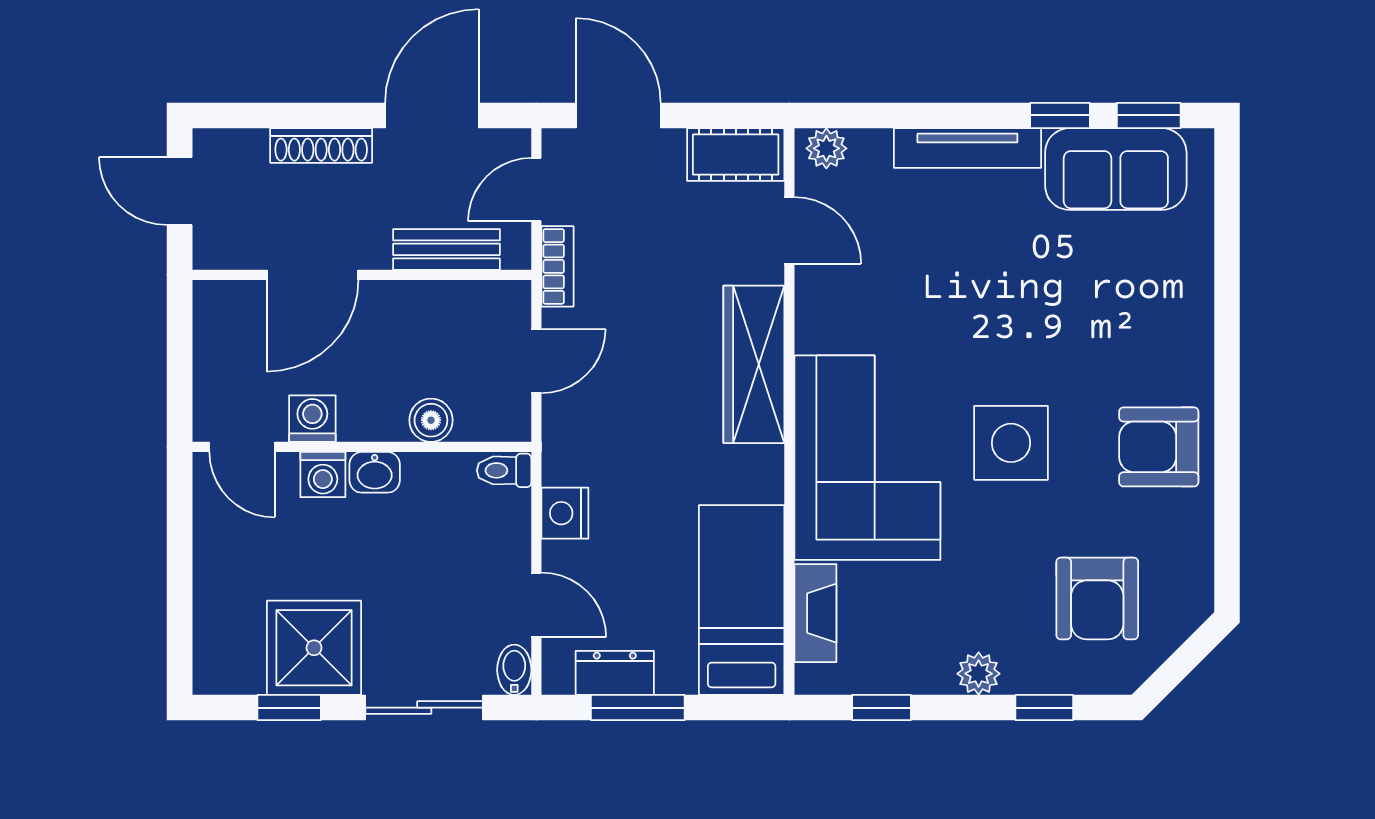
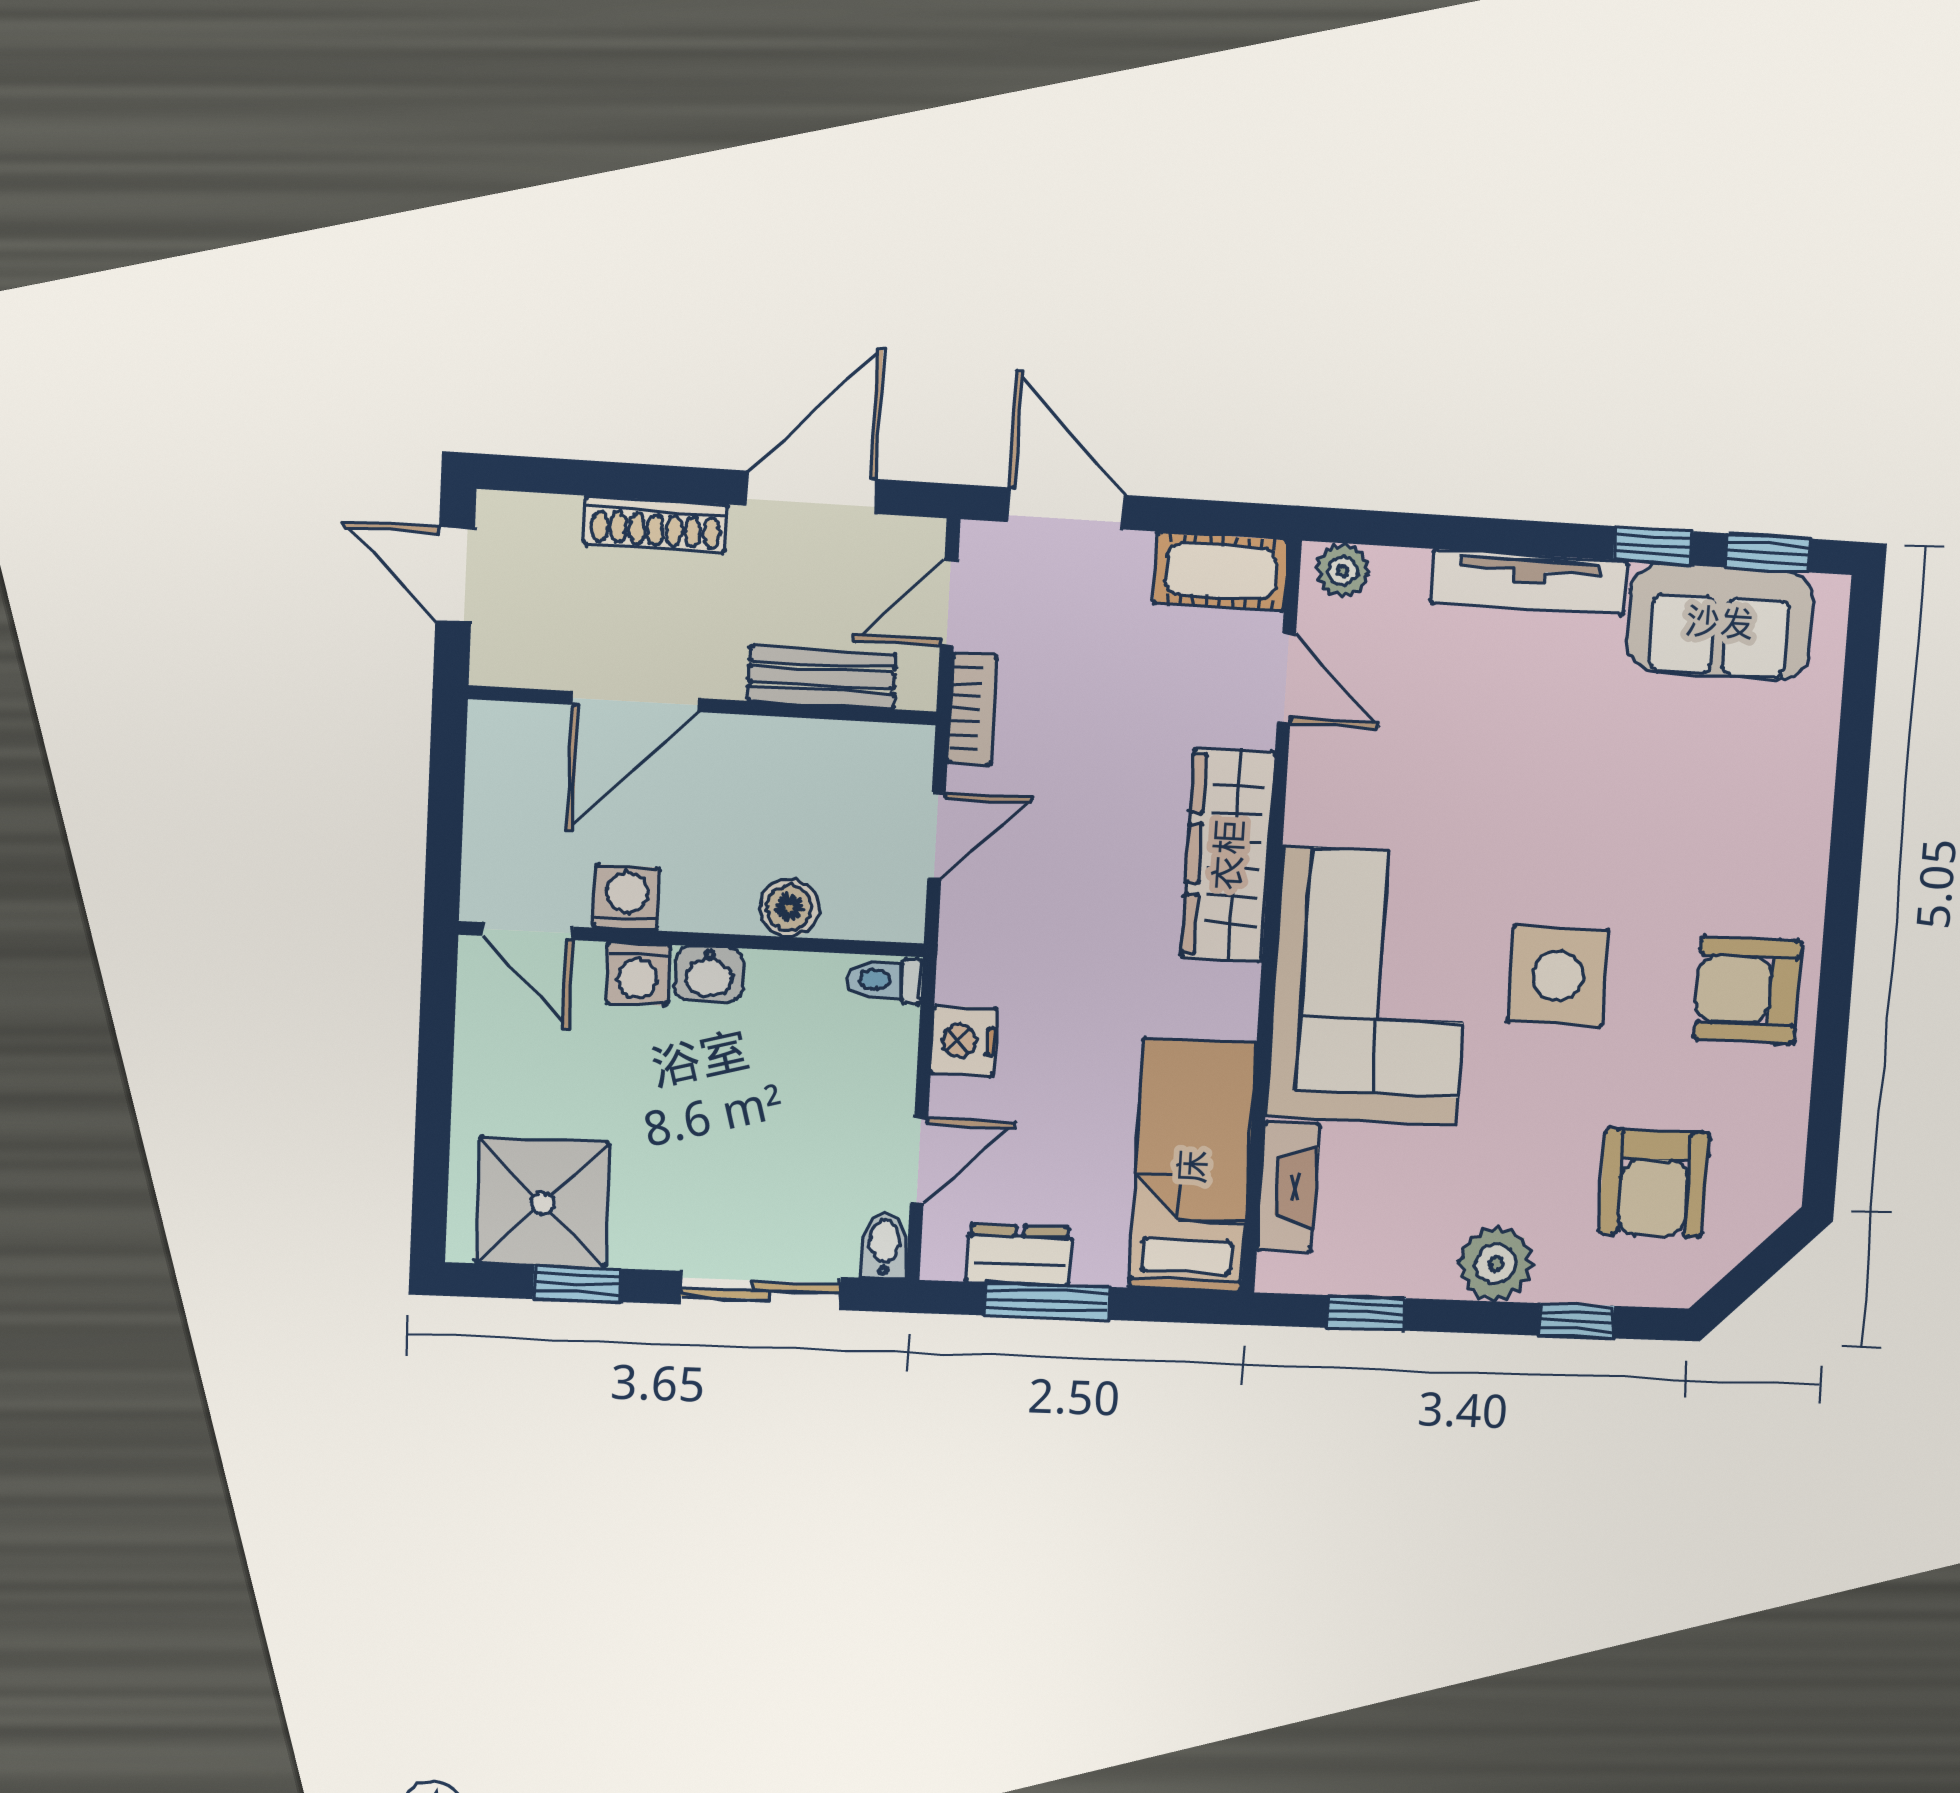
door: (536, 605) -> (919, 1161), hinge flipped
shower: (314, 648) -> (543, 1203), moved
plant: (979, 674) -> (1496, 1264), width x1.38, depth x1.38

